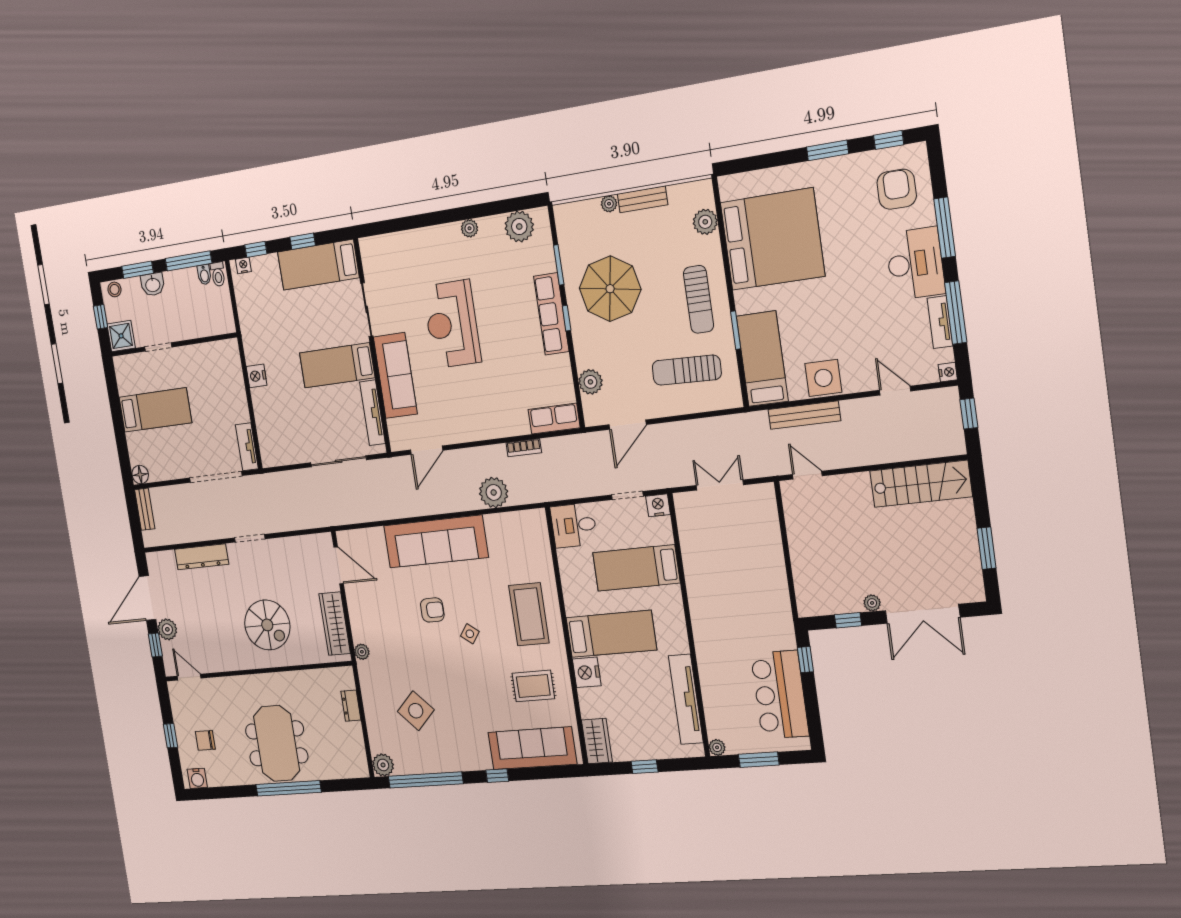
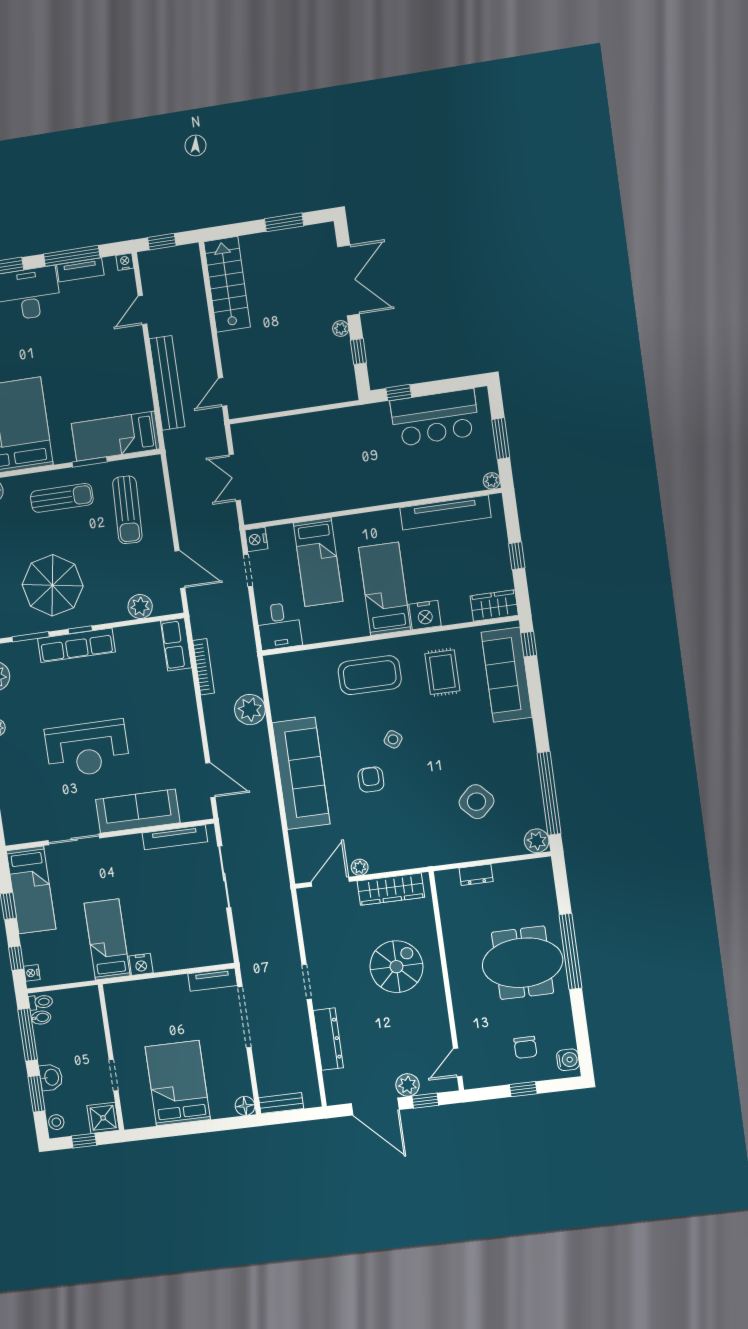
bed: (337, 365) -> (107, 939), moved, turned 180
side table: (823, 378) -> (132, 378), removed
bed: (155, 410) -> (178, 1083), width x1.50
bench: (804, 415) -> (167, 383), width x1.37, depth x1.21
bookcase: (524, 448) -> (204, 667), width x1.56
plant: (362, 652) -> (360, 867), moved
window: (497, 776) -> (529, 644), moved

